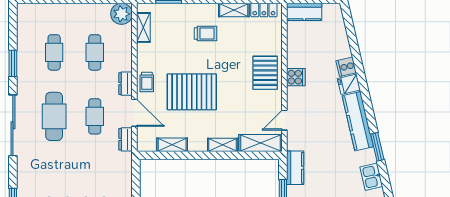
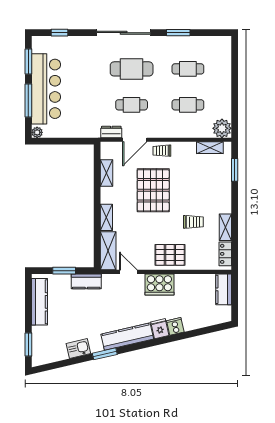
trolley: (206, 33) -> (193, 222), moved, turned -90
cooker: (296, 77) -> (159, 285), width x1.87, depth x1.31
dresser: (126, 84) -> (160, 132), removed

